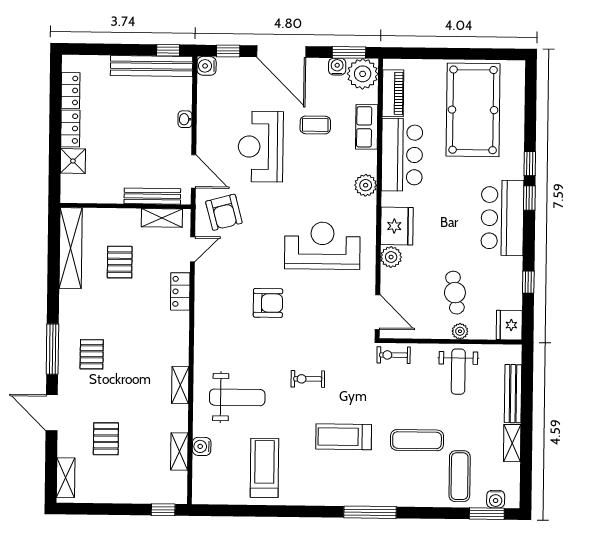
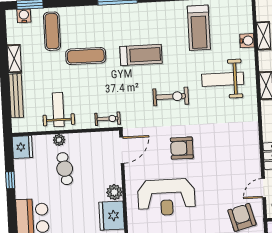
armchair: (268, 303) -> (182, 148), moved
door: (377, 312) -> (122, 150), swing flipped
exercise bike: (308, 379) -> (171, 97), width x1.38, depth x1.39

